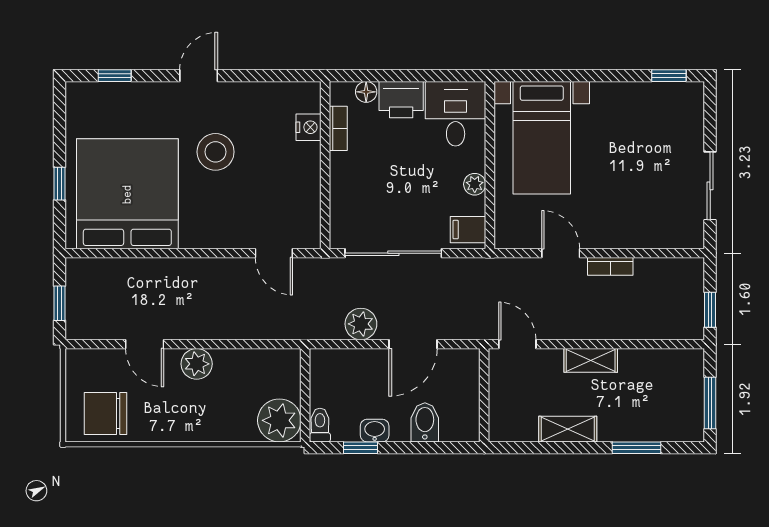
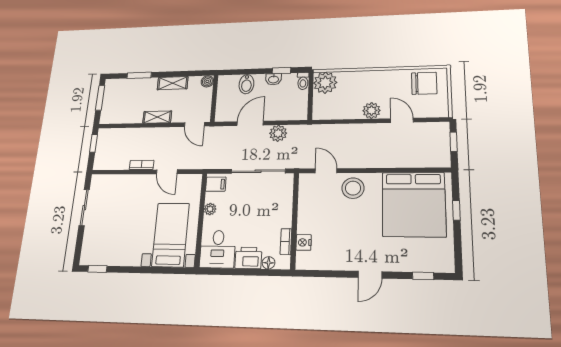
stool: (216, 152) -> (353, 188), moved
boiler: (500, 430) -> (207, 81), added

